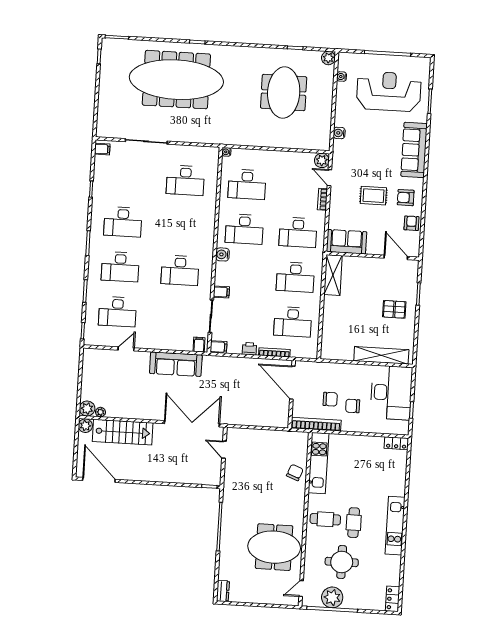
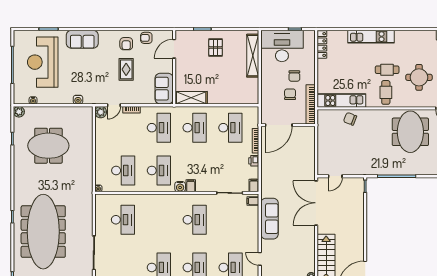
sofa: (414, 150) -> (82, 39), width x0.73
filing cabinet: (221, 292) -> (191, 186), moved
locker: (396, 443) -> (322, 45), width x1.53
kitchen unit: (395, 526) -> (371, 37), moved

